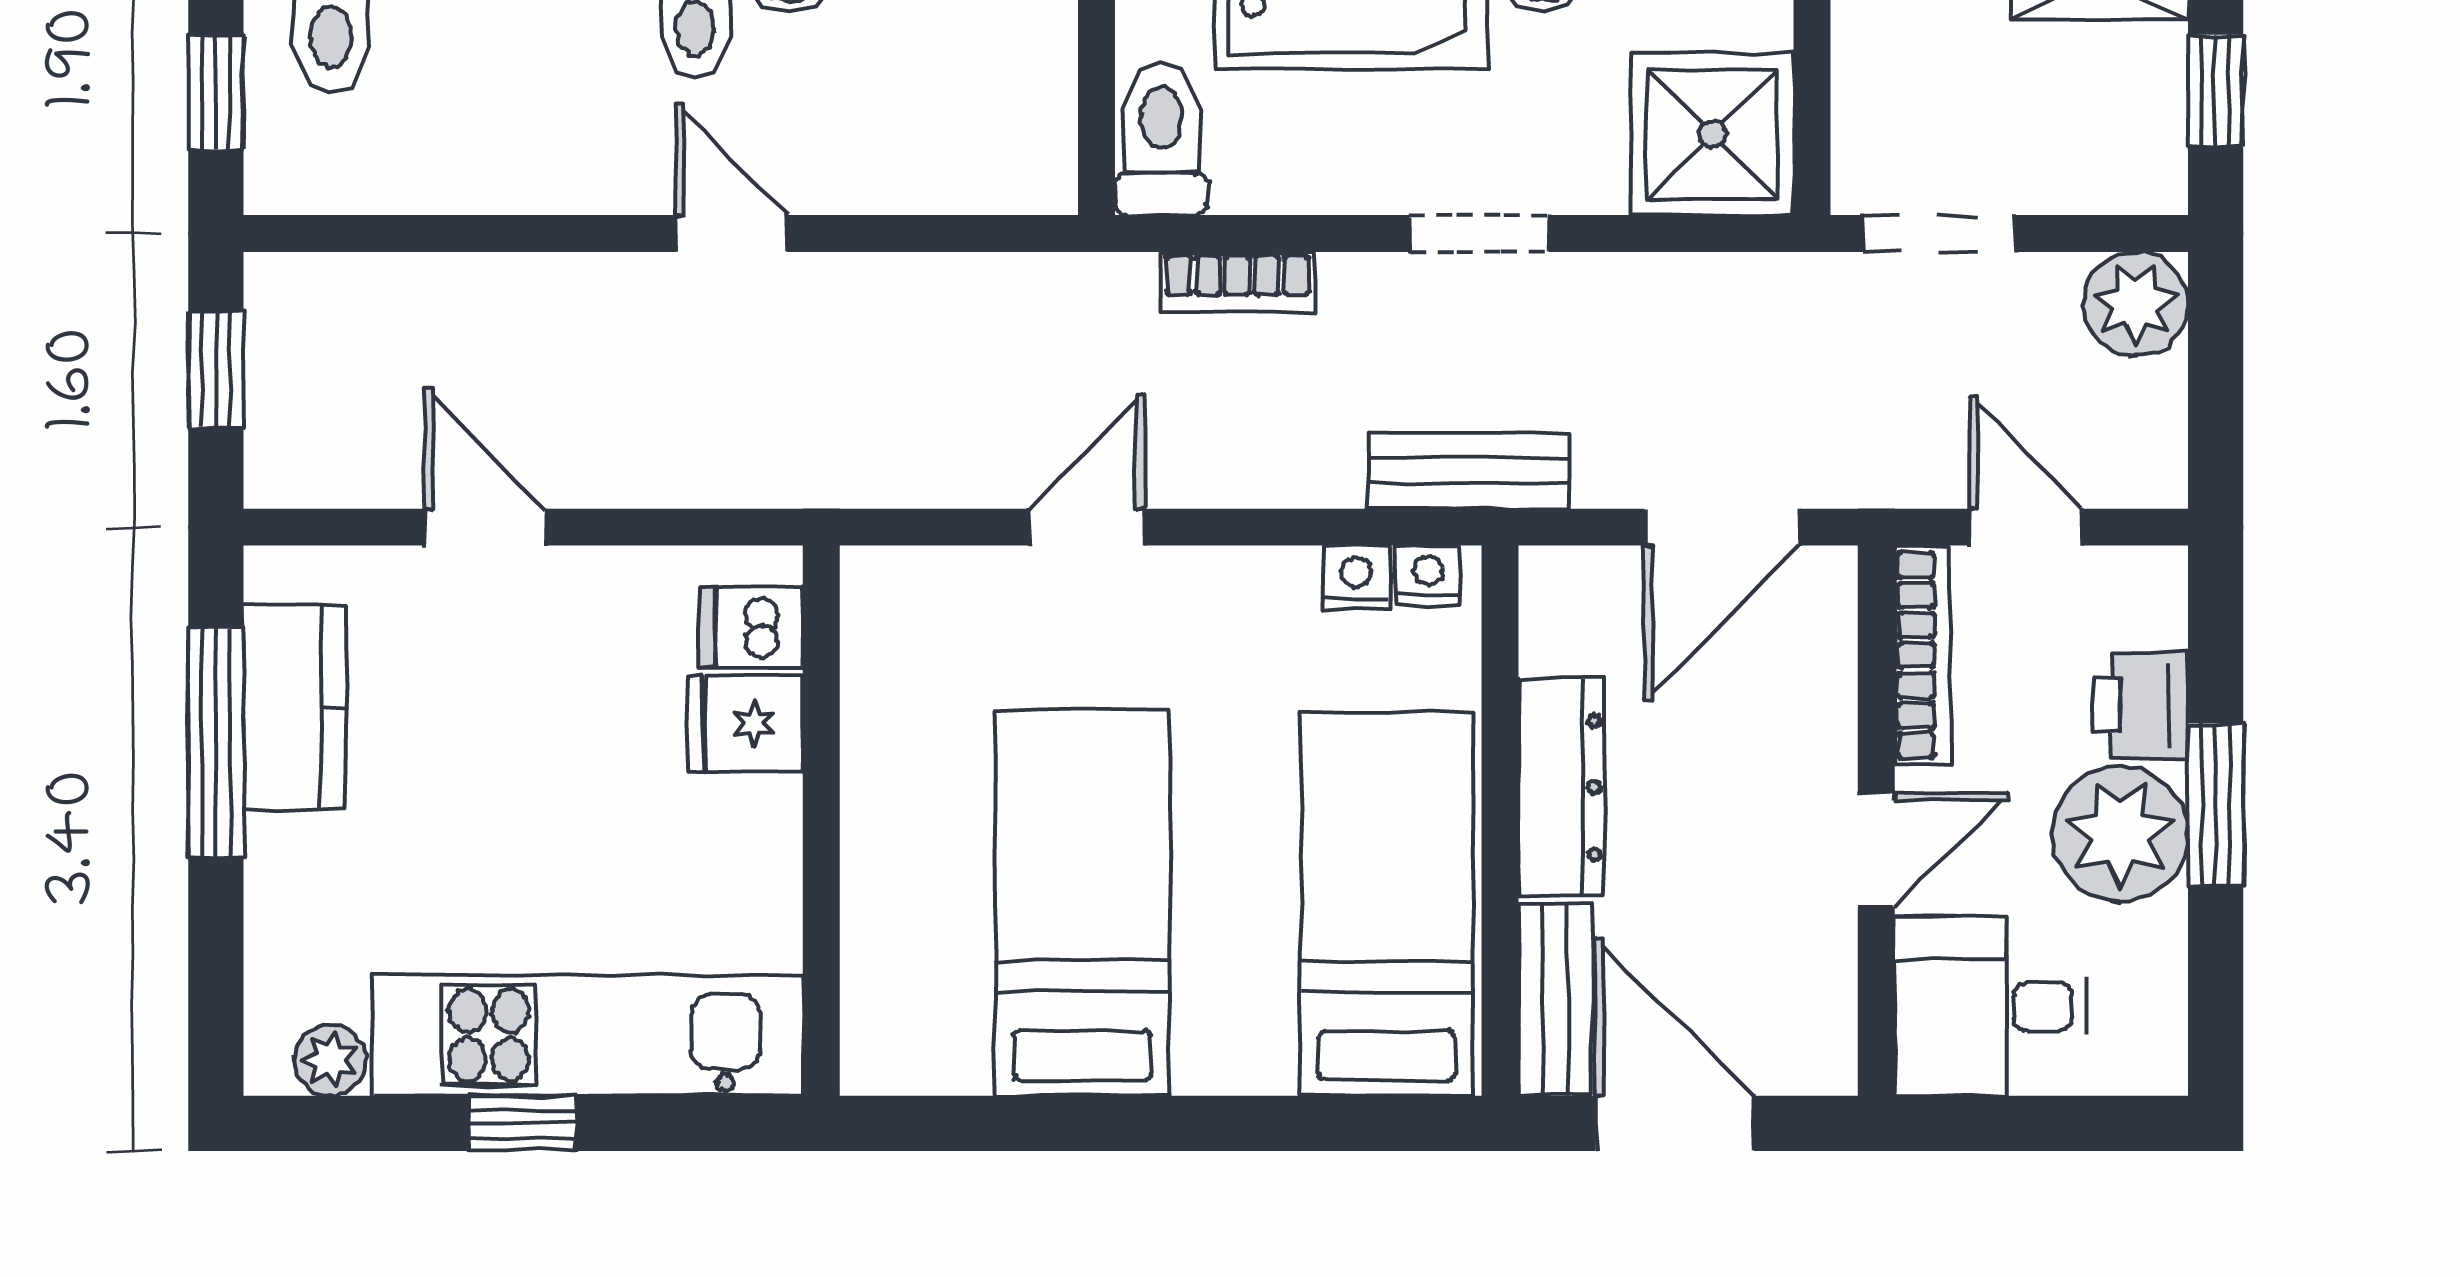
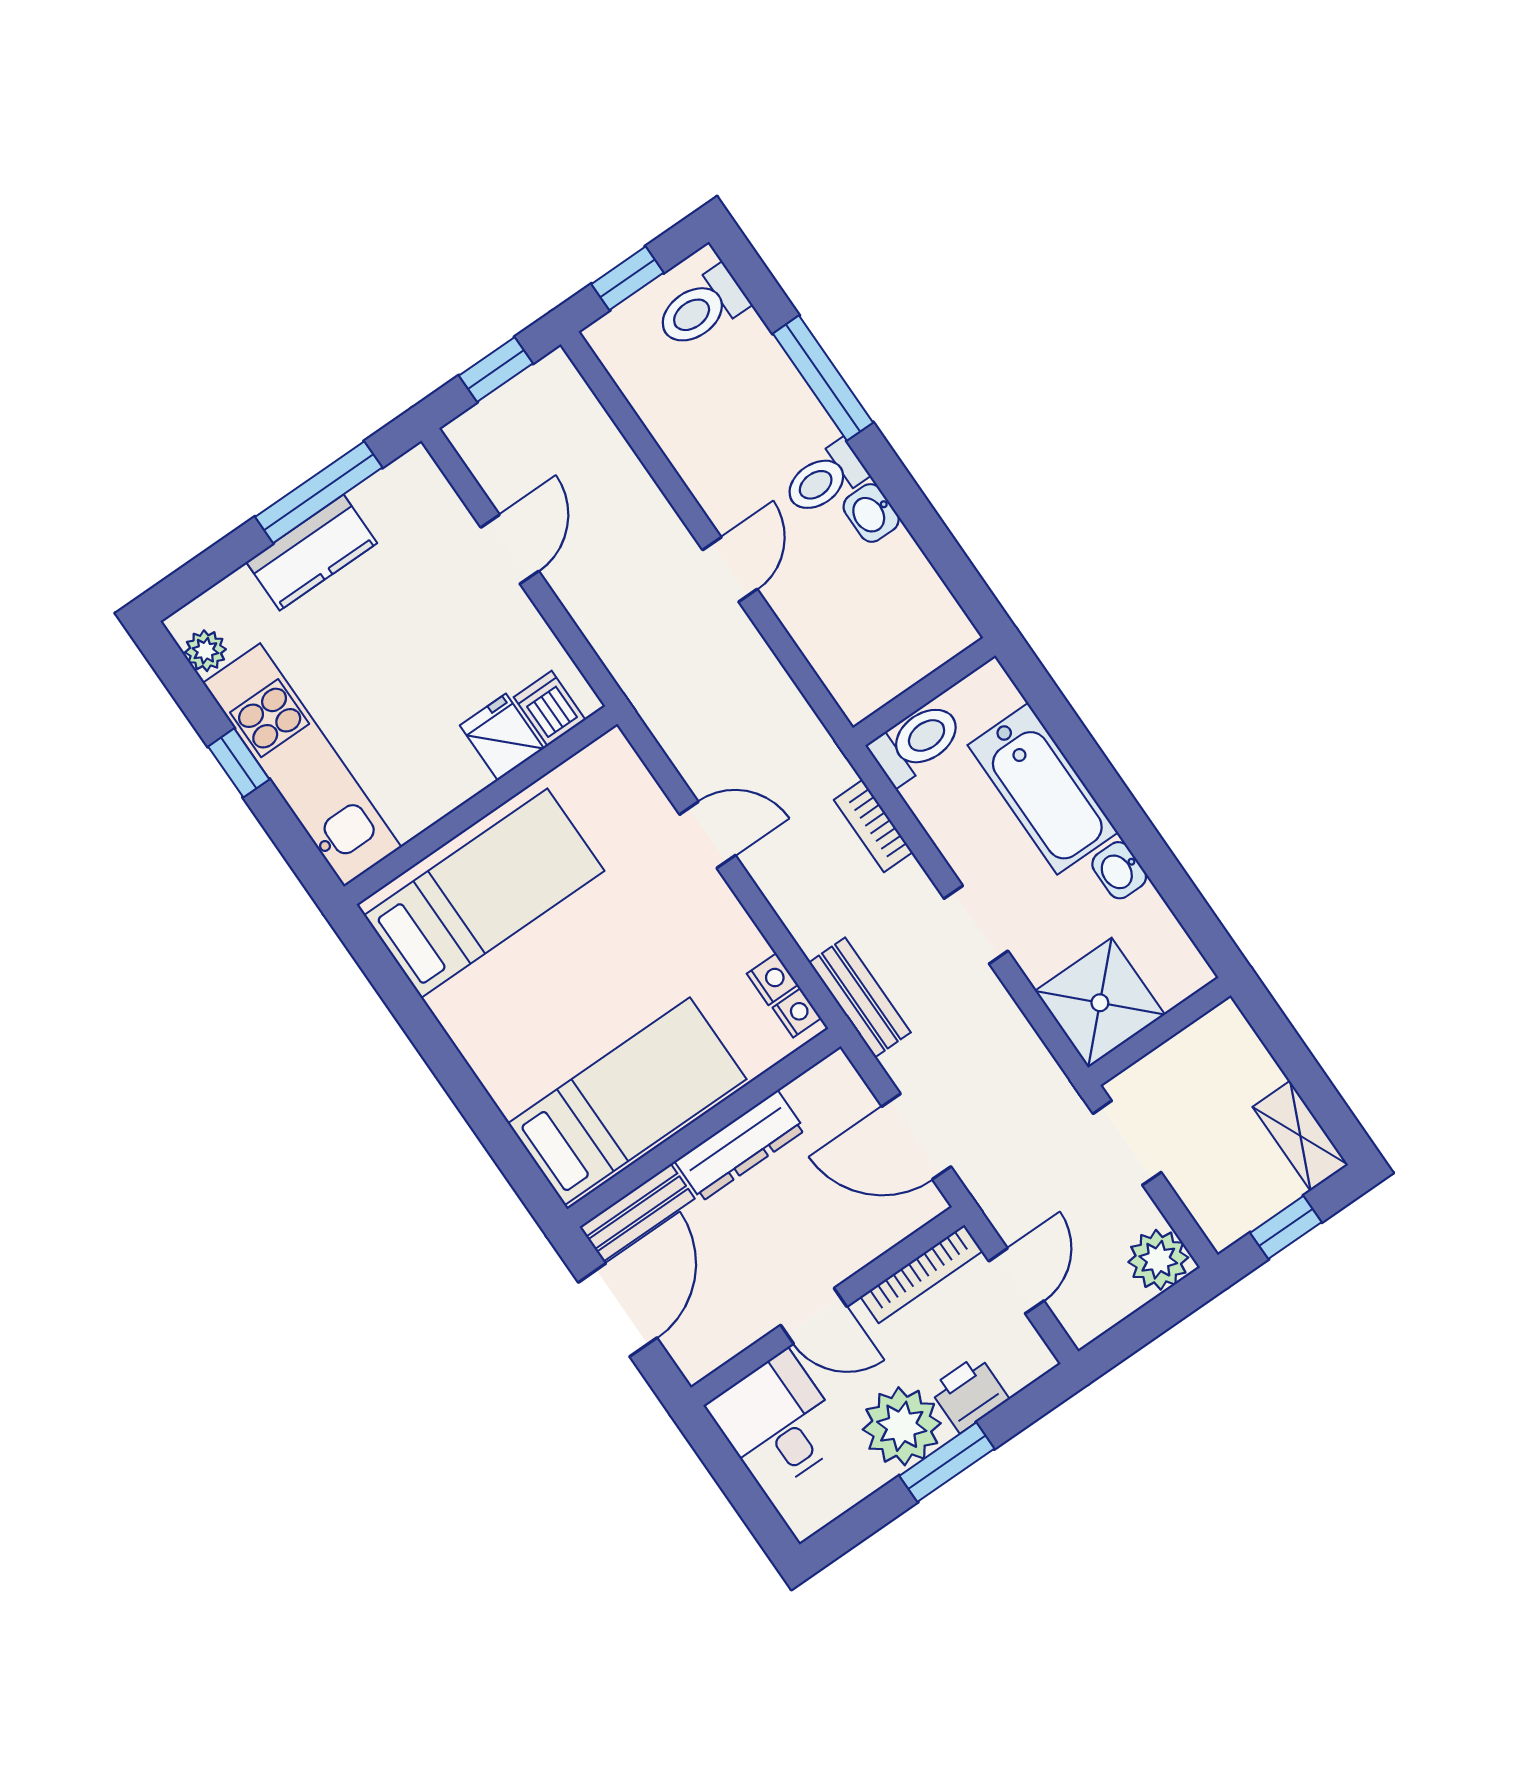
kitchen counter: (295, 707) -> (312, 553), moved
bed: (1082, 903) -> (484, 893), moved

